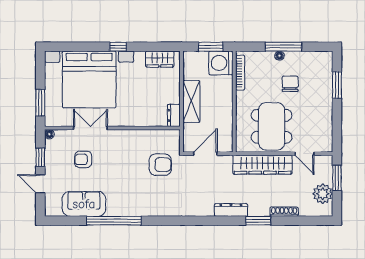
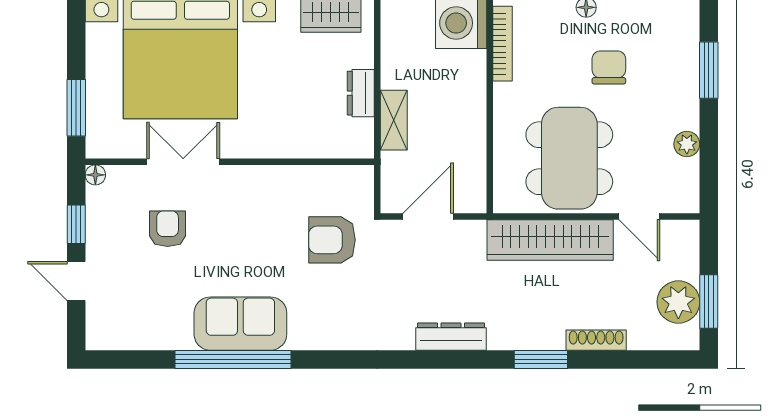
shelving: (191, 101) -> (394, 120), width x0.67, depth x0.75
dresser: (174, 115) -> (361, 93), moved
plant: (327, 120) -> (687, 144), added
armchair: (83, 159) -> (168, 229), turned 90
armchair: (160, 165) -> (332, 240), turned 180
window: (337, 178) -> (709, 302), moved
sofa: (84, 204) -> (240, 324), moved
dresser: (231, 210) -> (451, 337), moved

